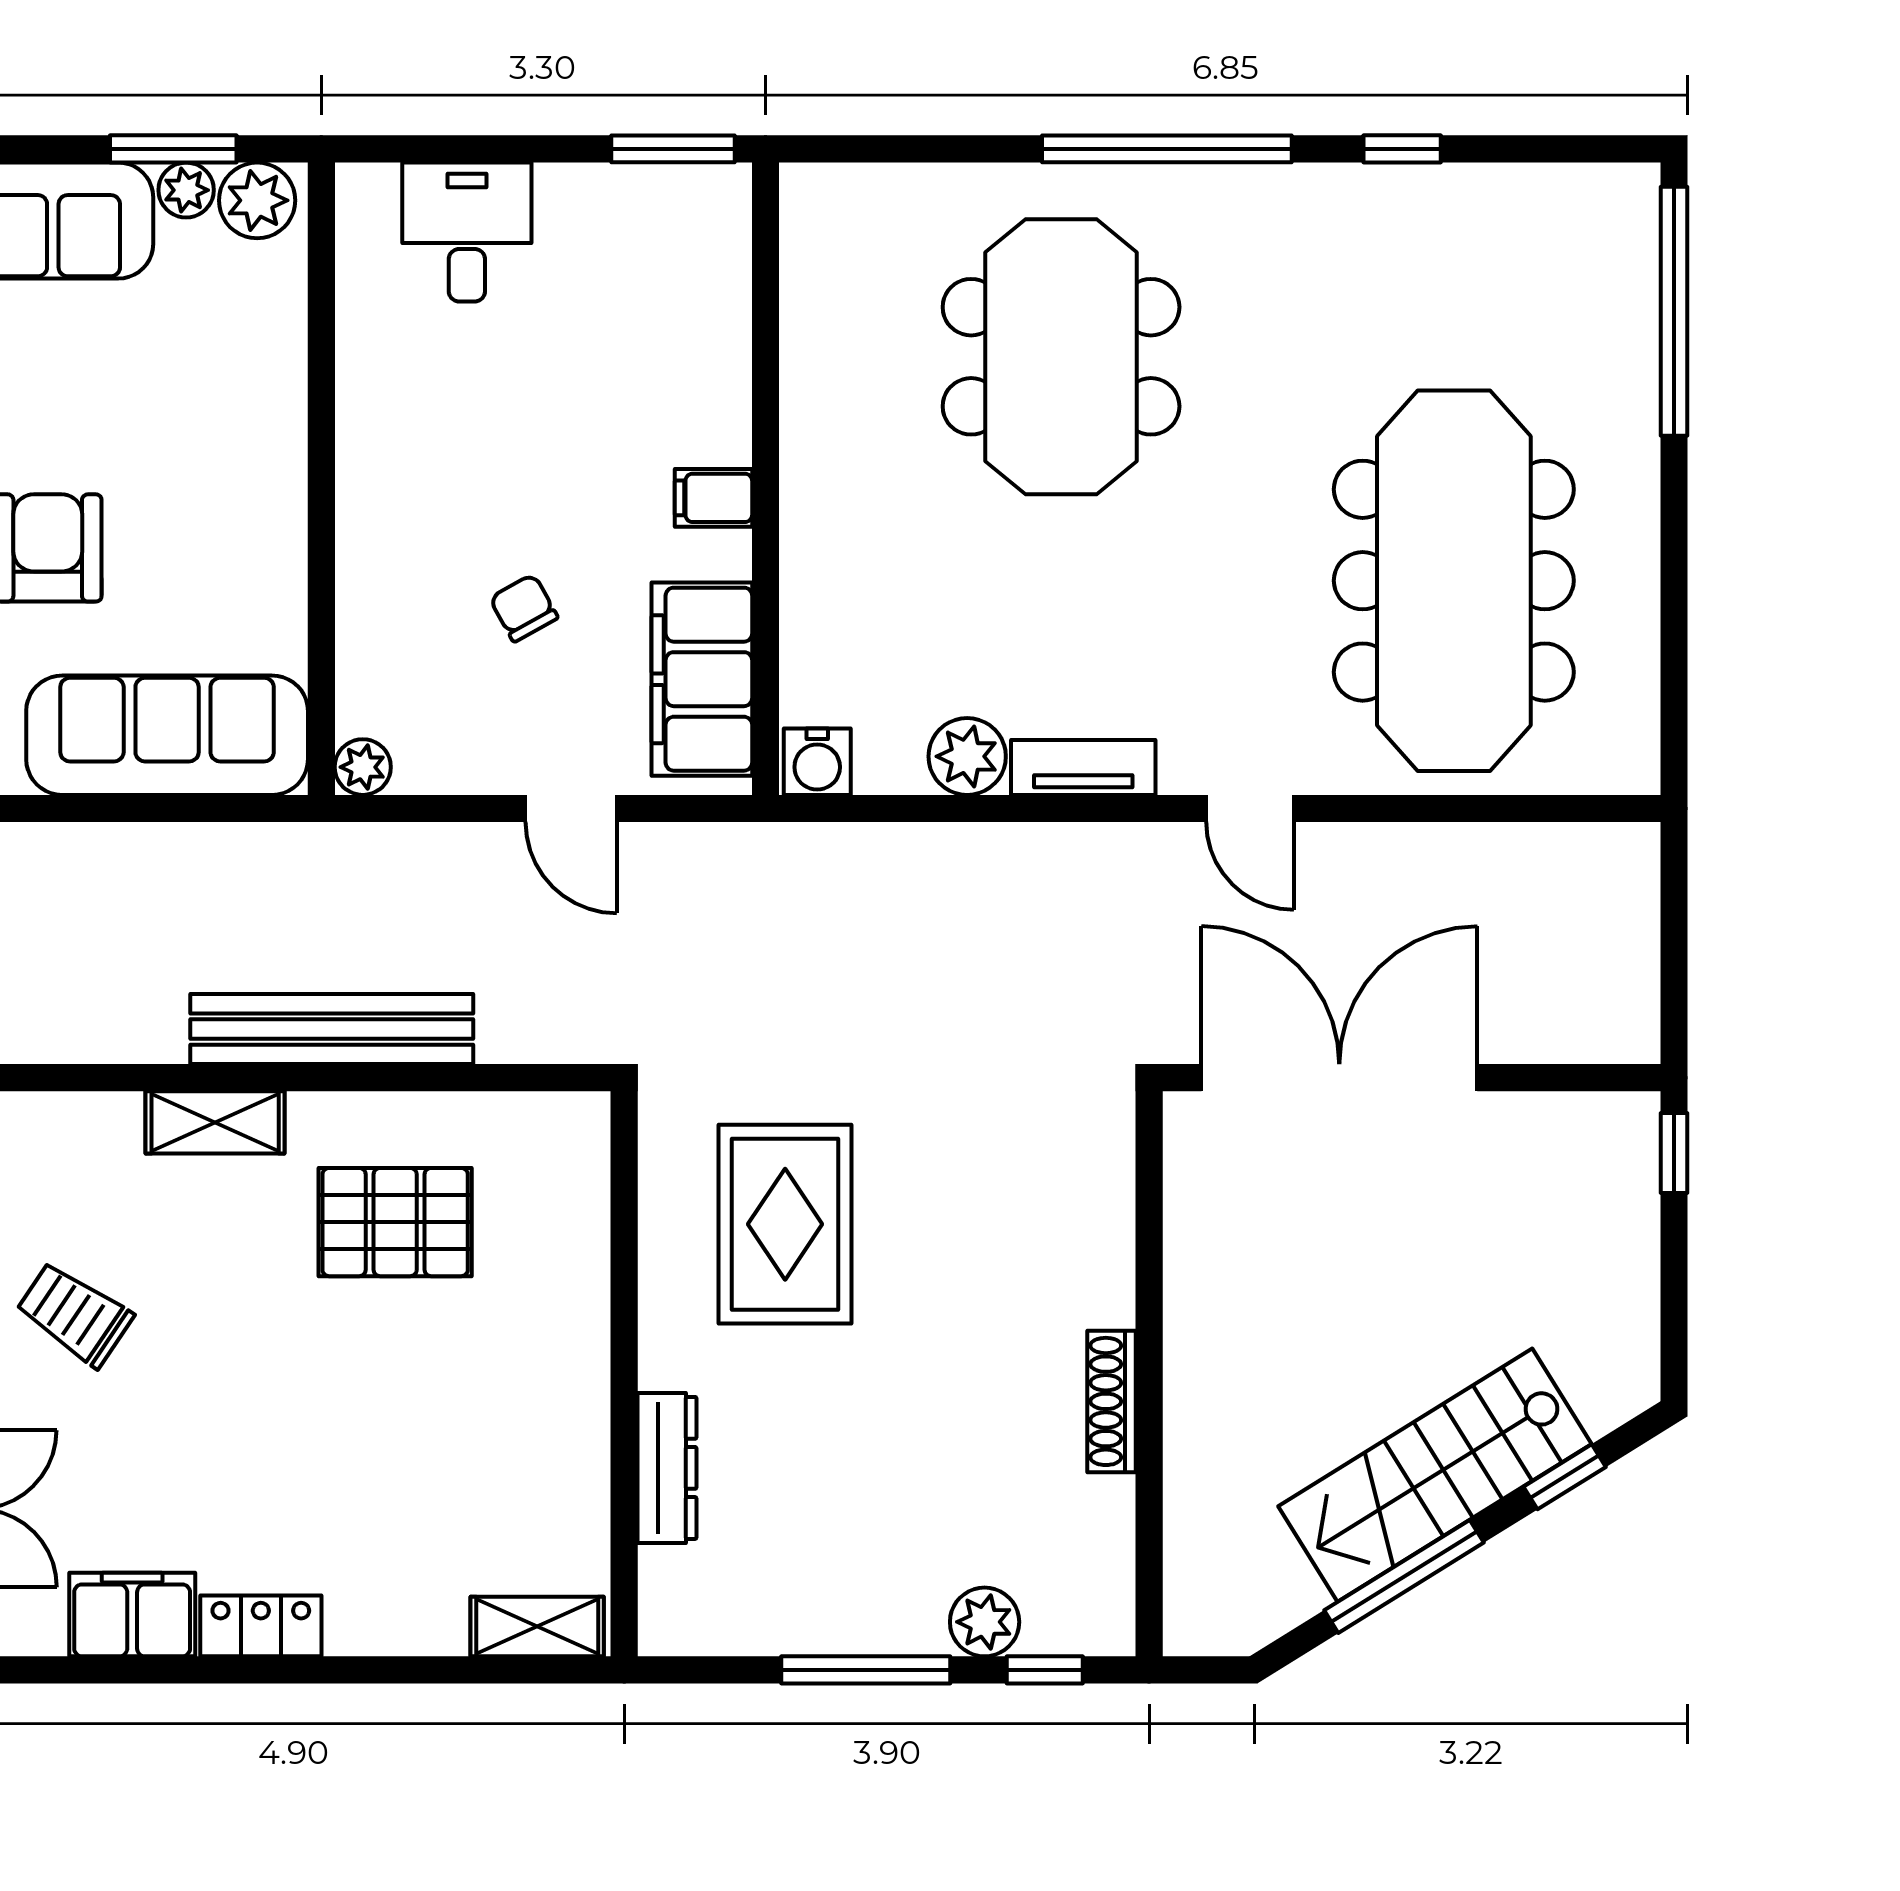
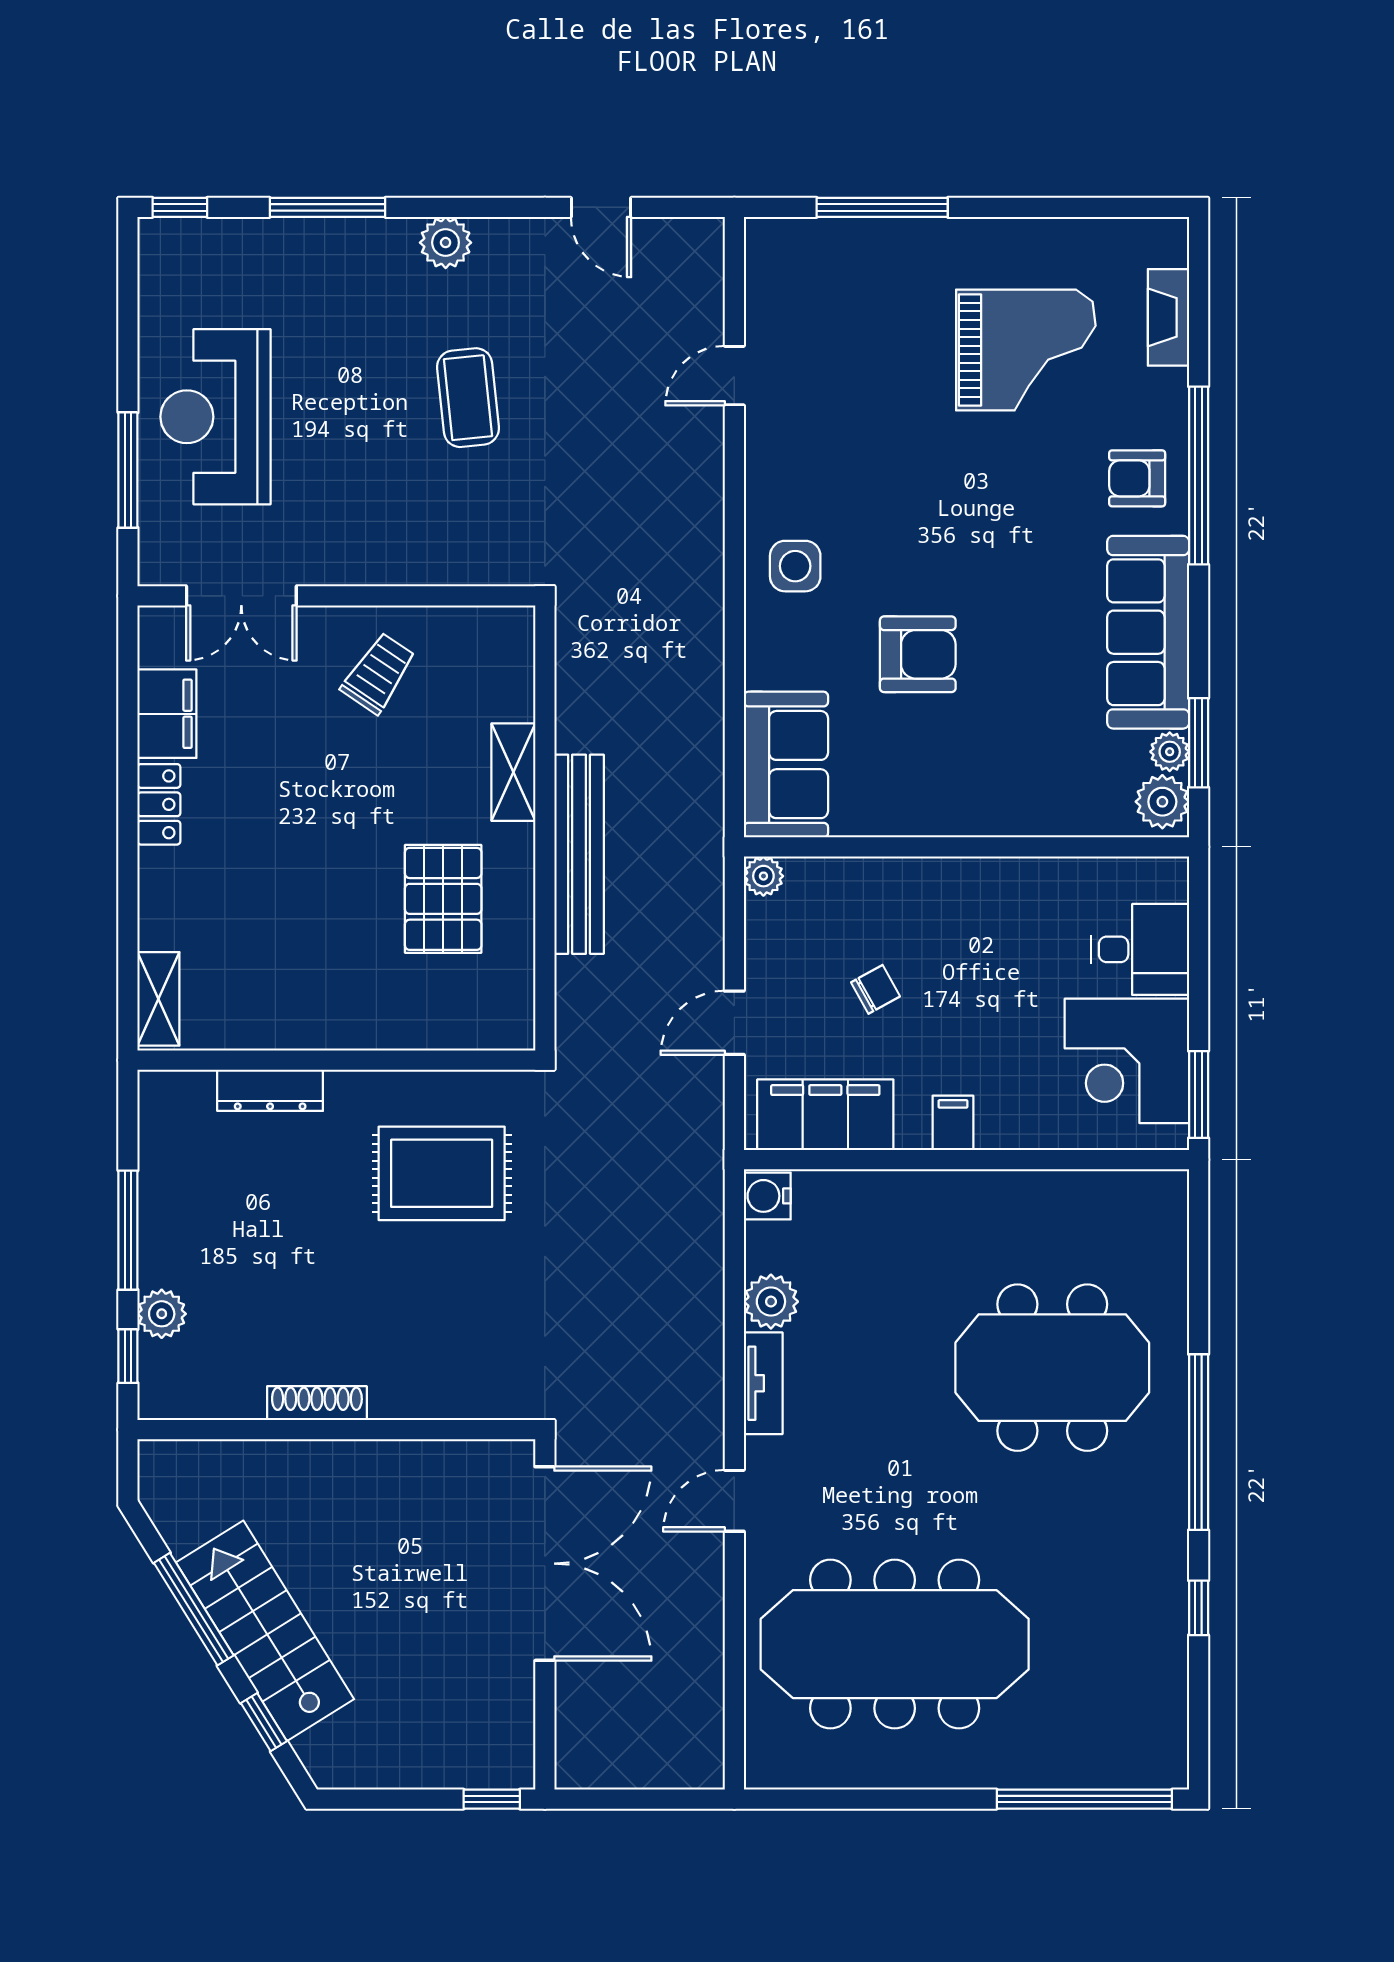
corner desk: (625, 251) -> (1127, 1061), added
sofa: (167, 735) -> (786, 765), width x0.73

